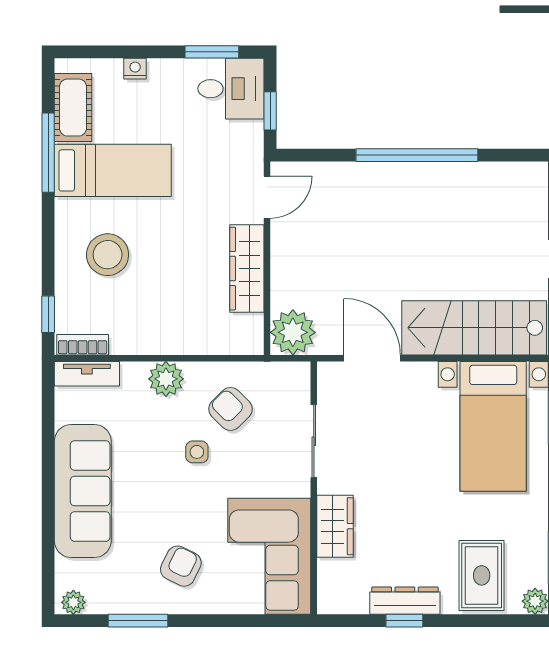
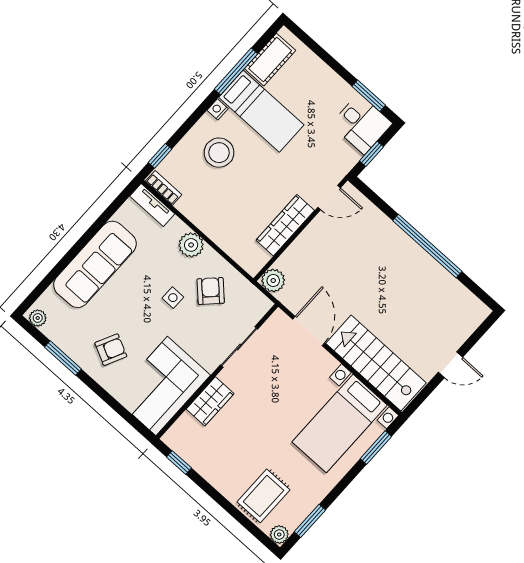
nightstand: (135, 69) -> (218, 109), moved, turned -90
plant: (293, 332) -> (273, 281), width x0.73, depth x0.73
dresser: (405, 601) -> (212, 473), removed
window: (404, 621) -> (179, 462), moved

